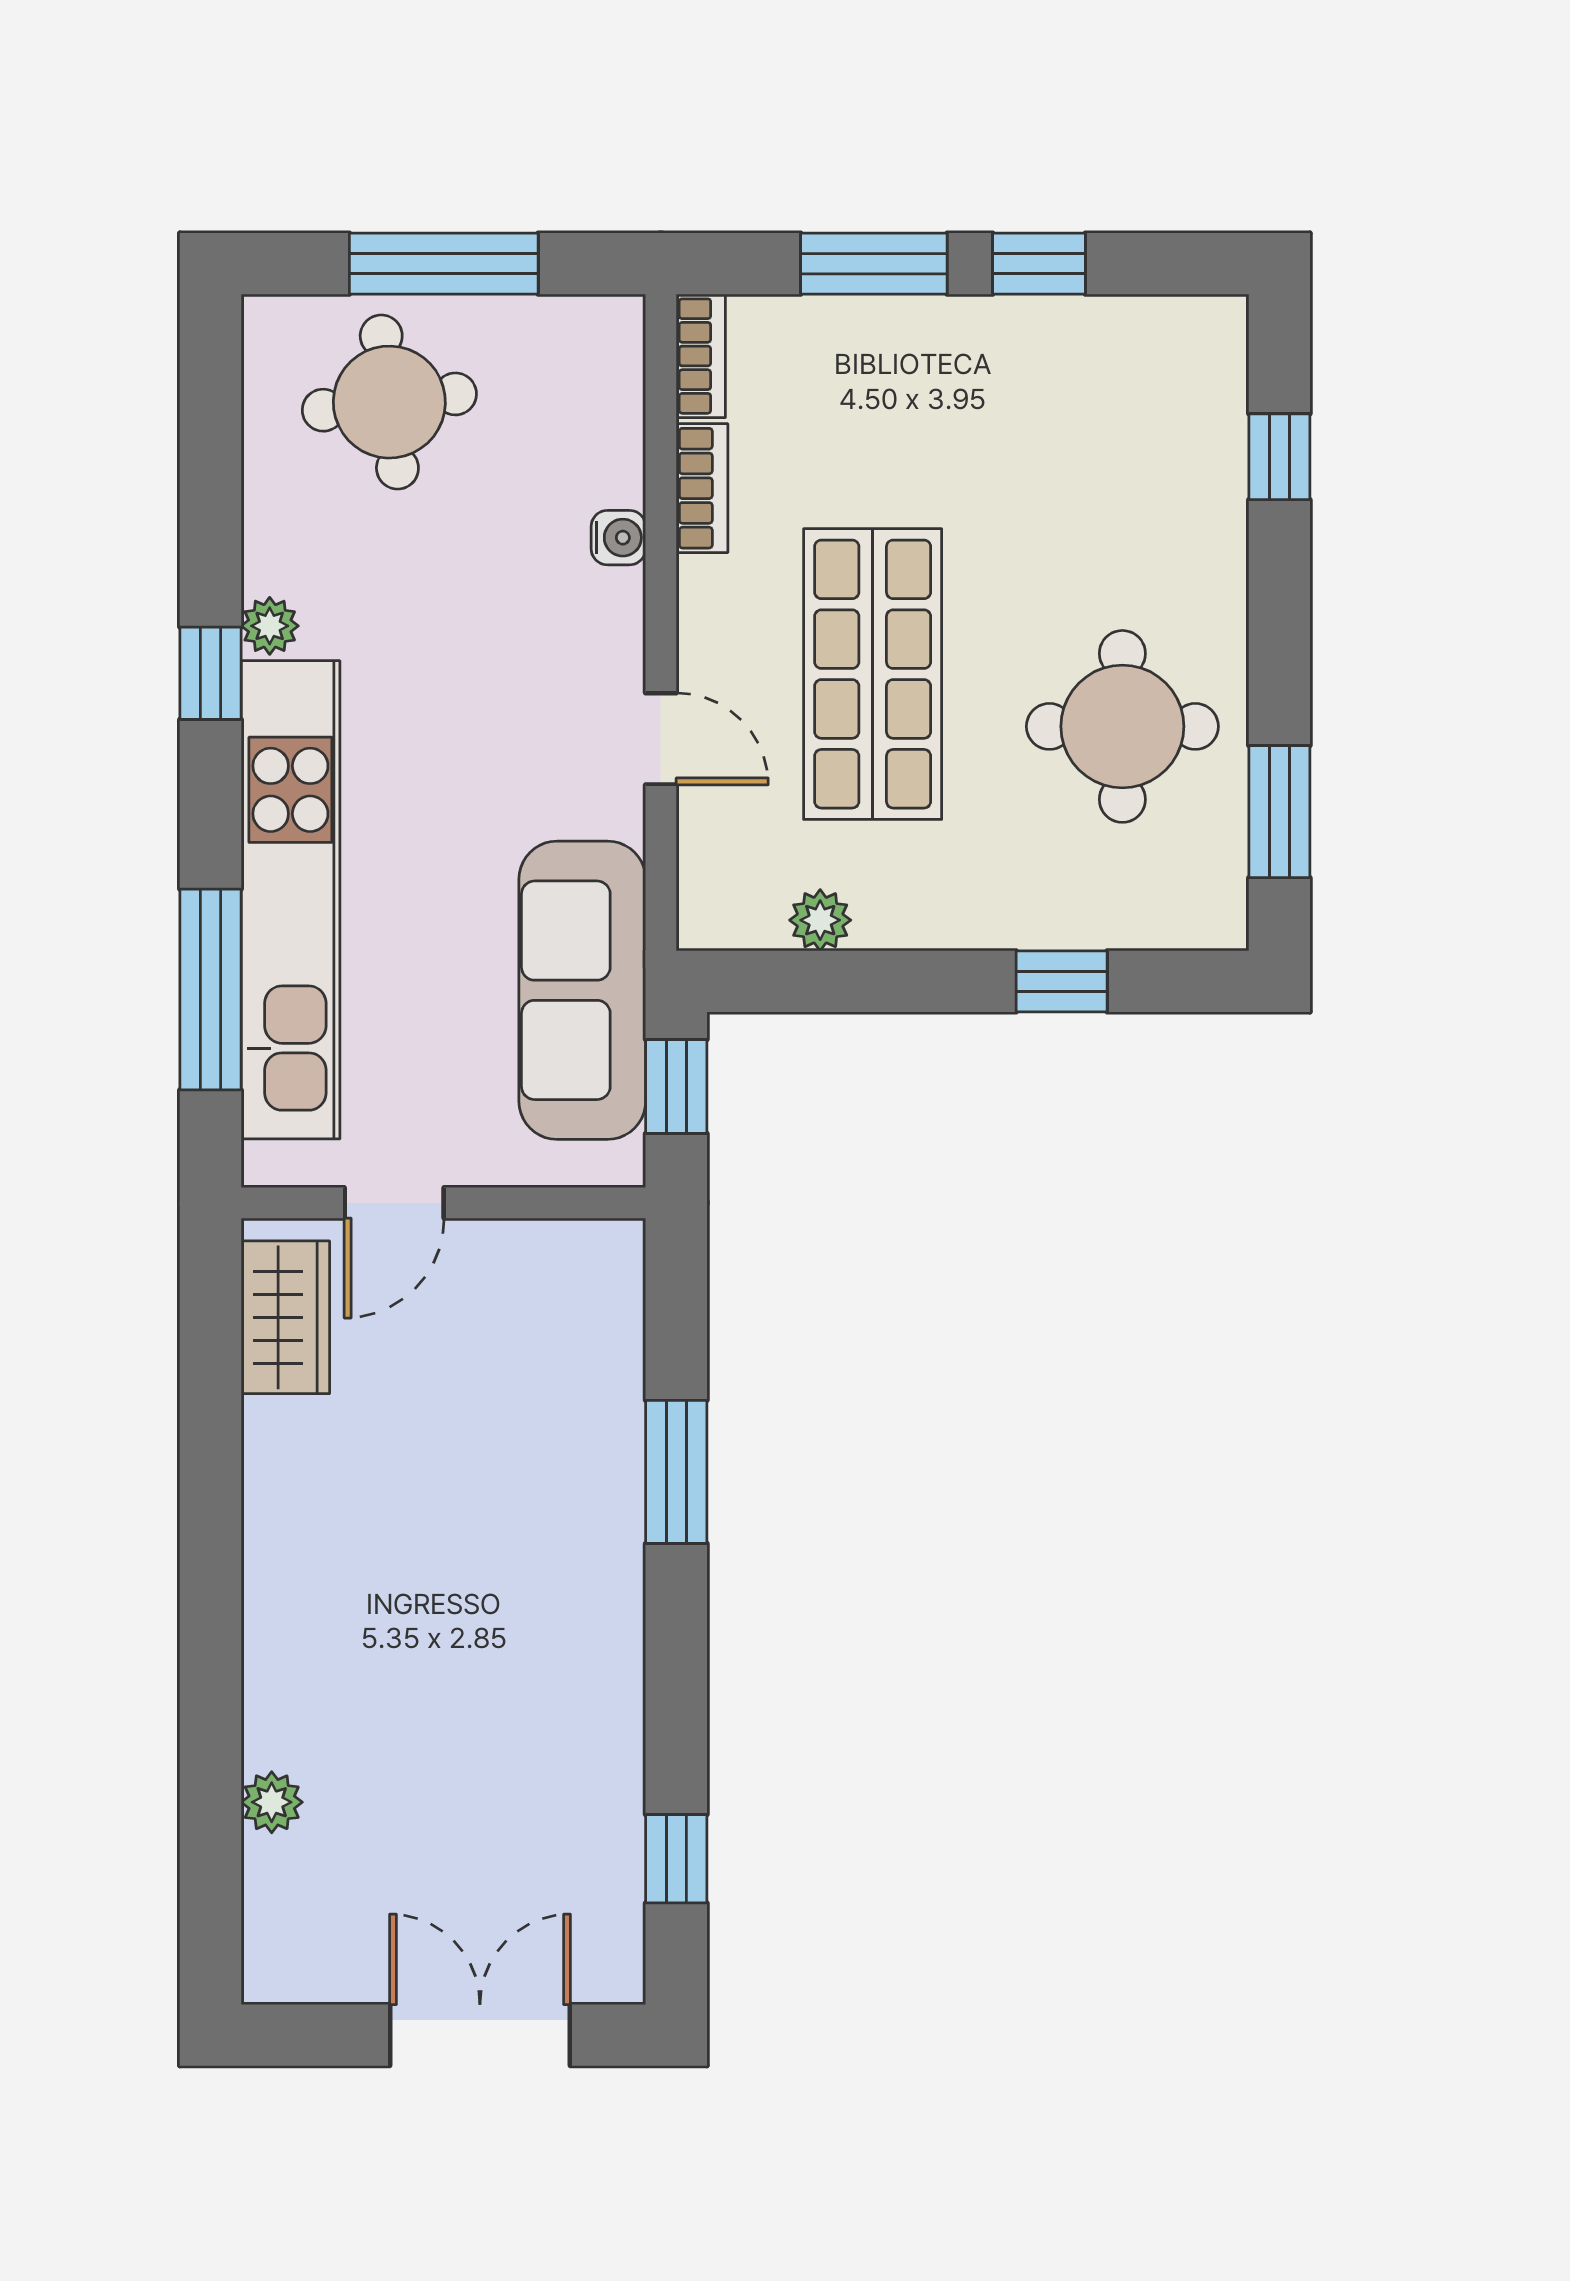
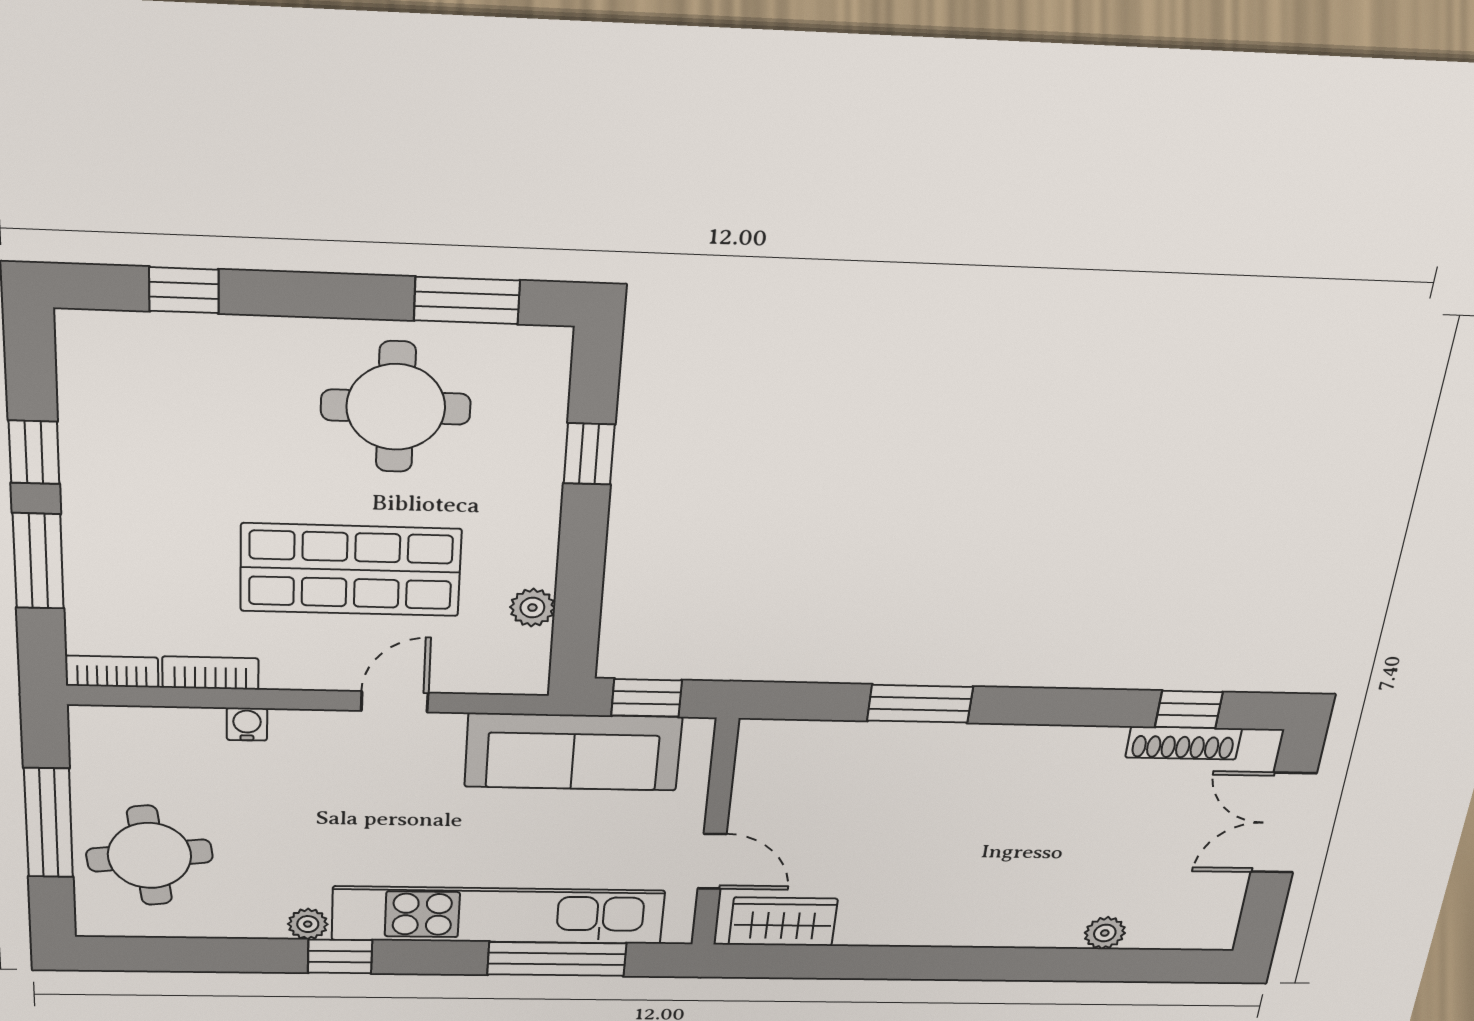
shoe rack: (618, 1861) -> (1184, 743), added

